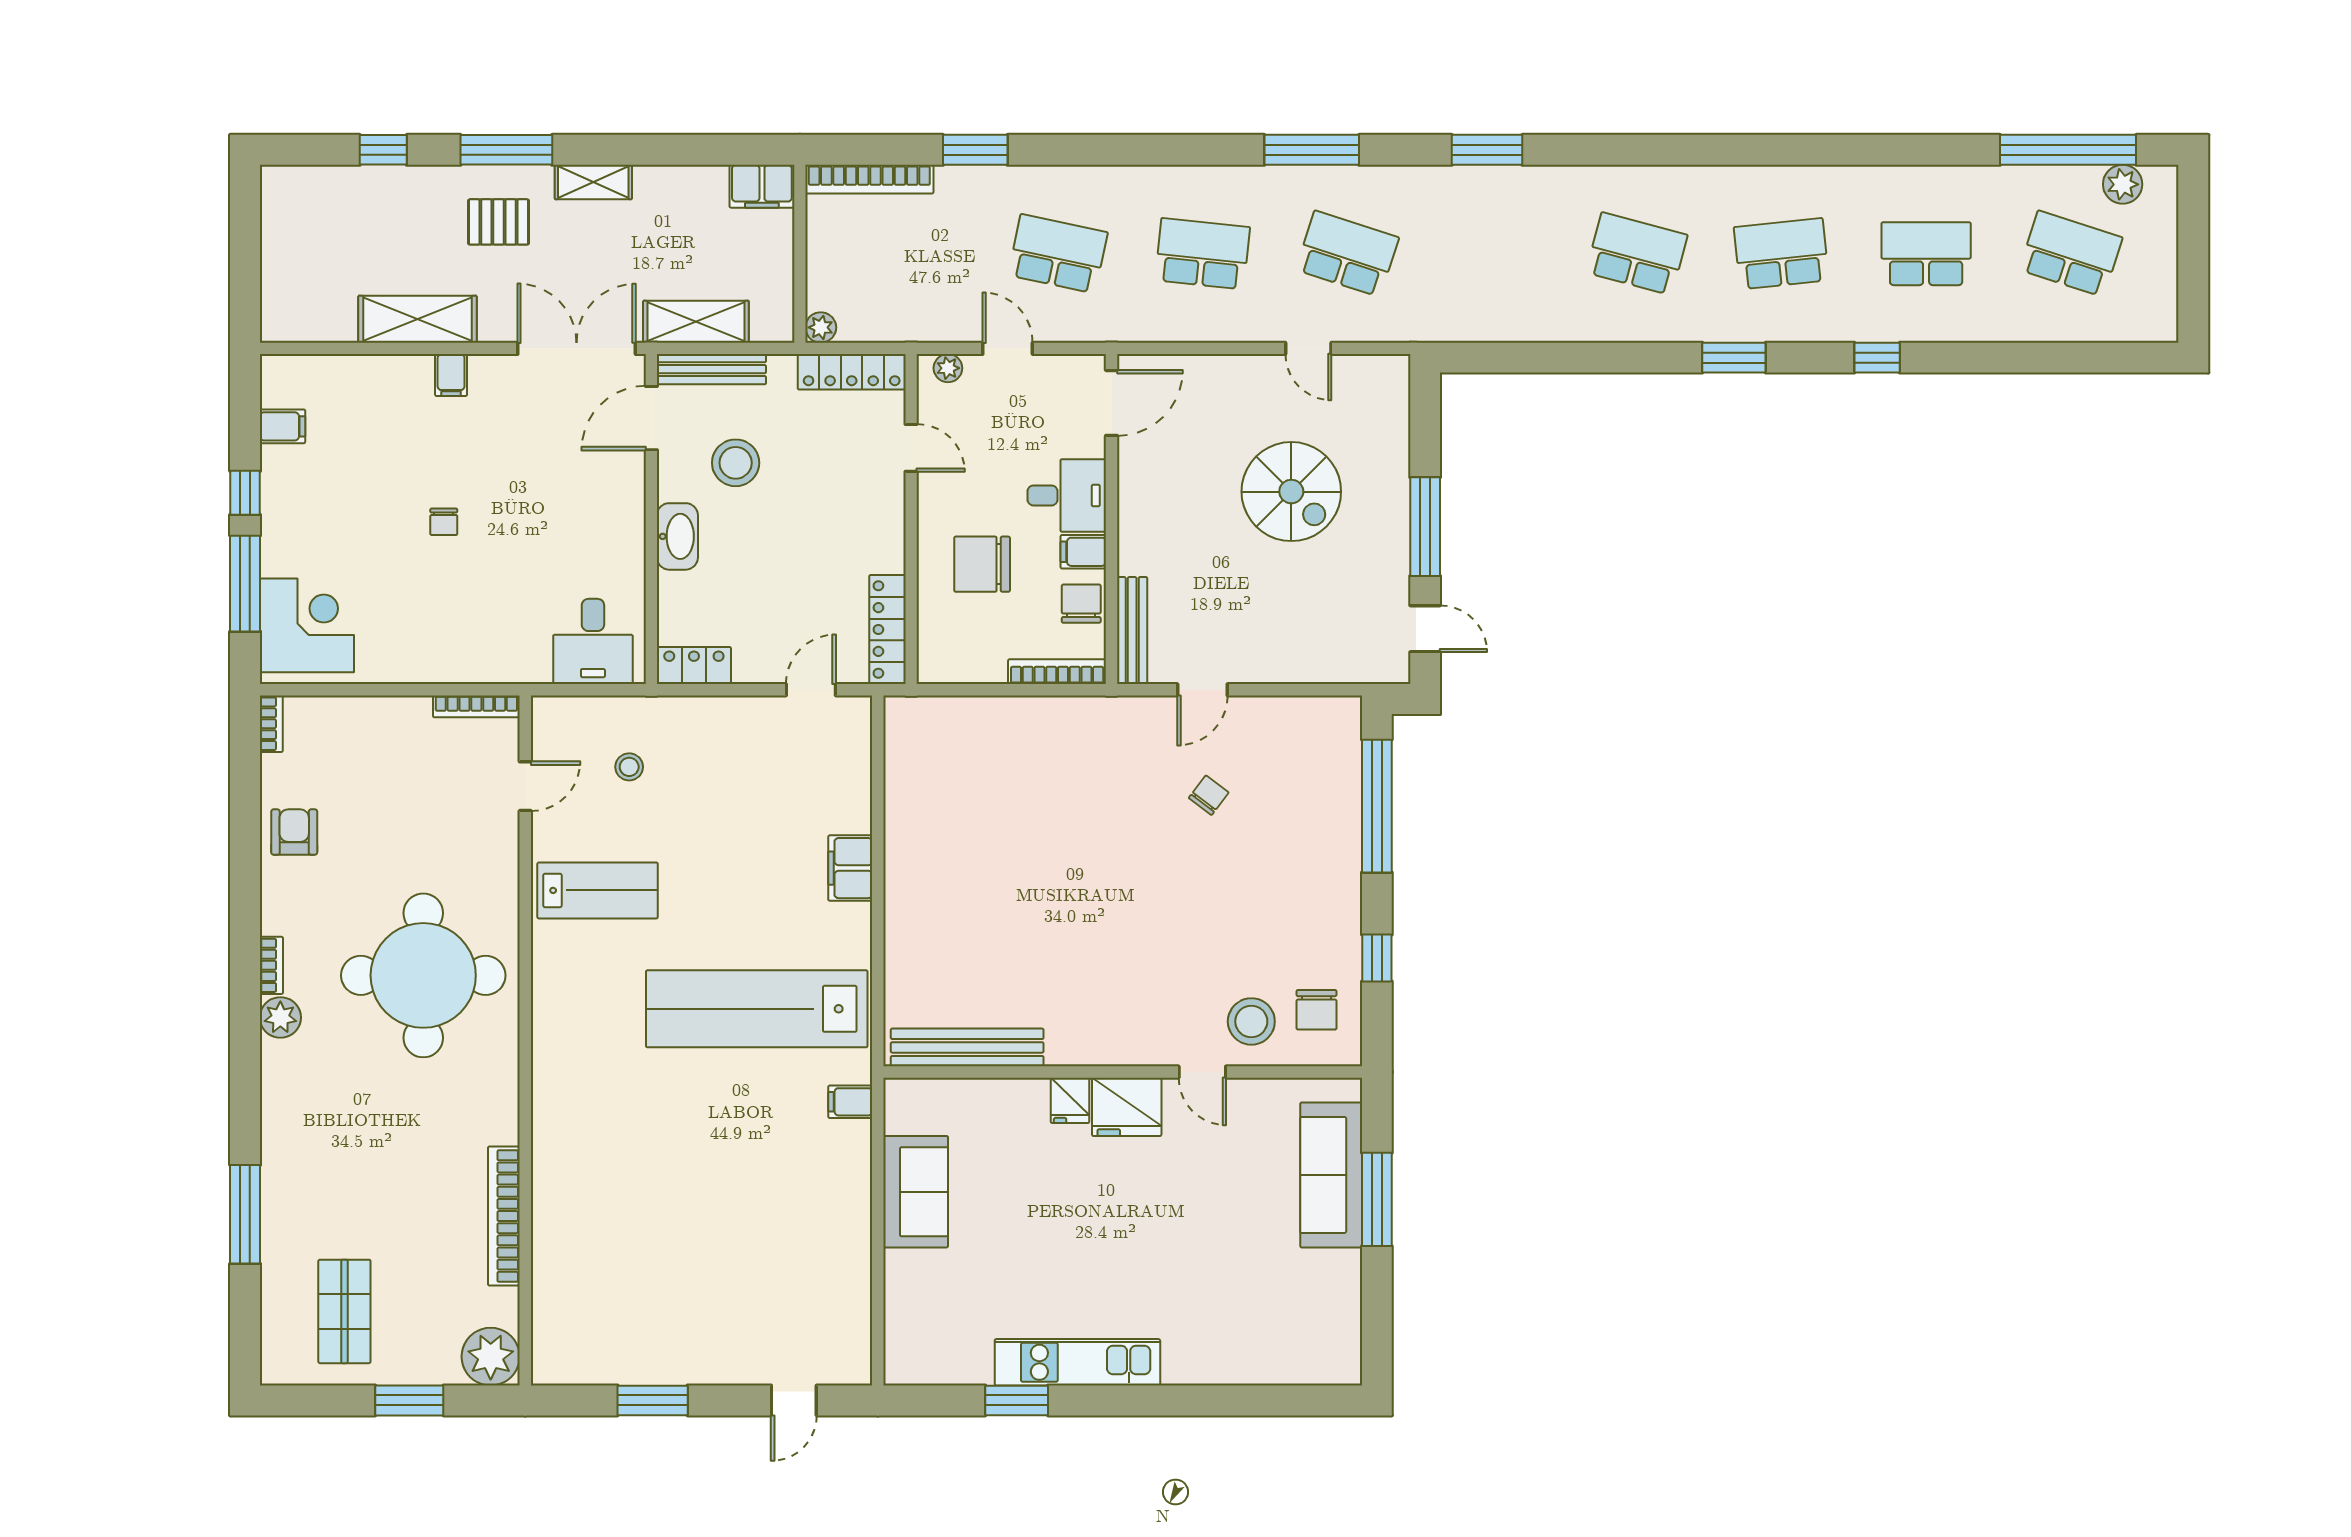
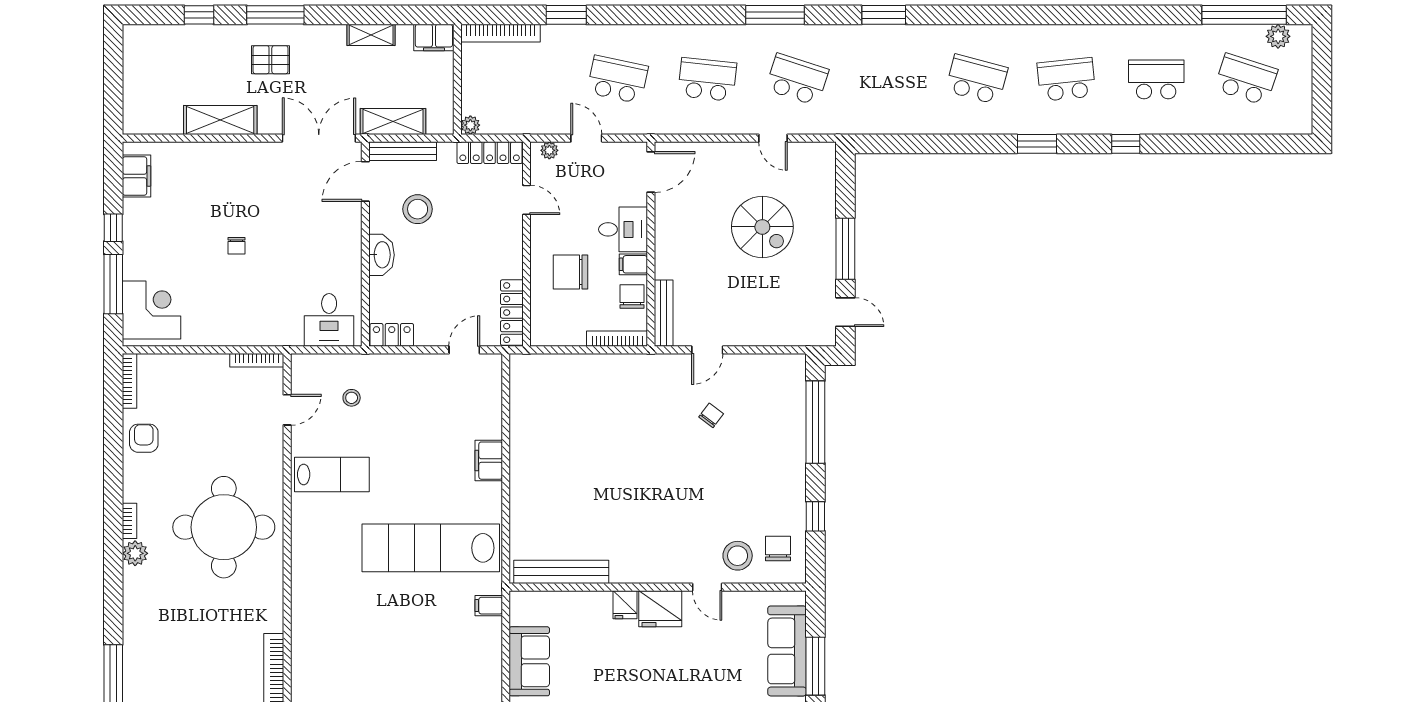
shelving: (593, 182) -> (371, 35), moved
filing cabinet: (451, 375) -> (241, 155), removed
filing cabinet: (283, 426) -> (136, 176), width x2.00
bookcase: (271, 724) -> (129, 381), width x1.56
chair: (1317, 1010) -> (778, 548), turned 180

